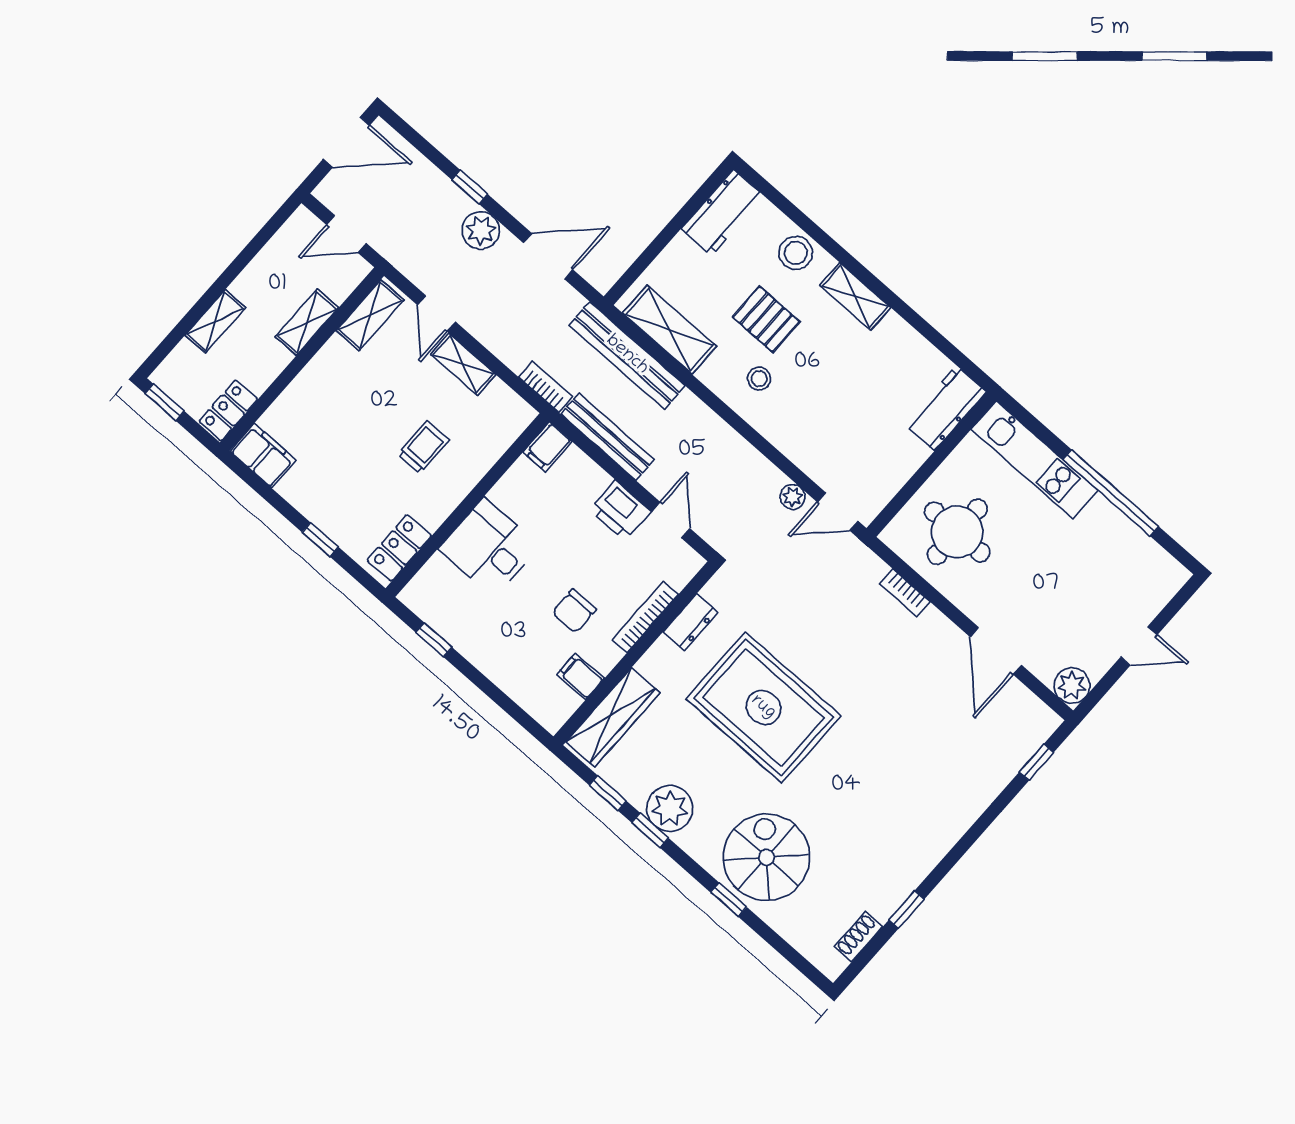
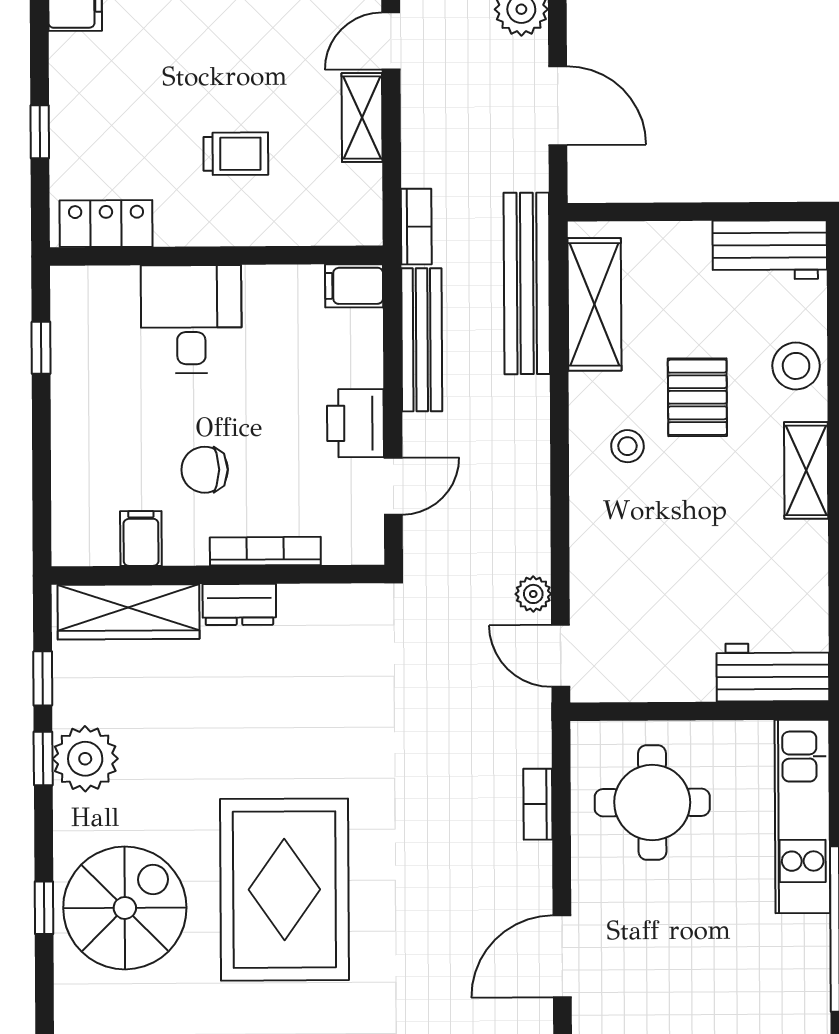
dresser: (691, 622) -> (239, 604), moved
rug: (763, 707) -> (284, 890), moved

